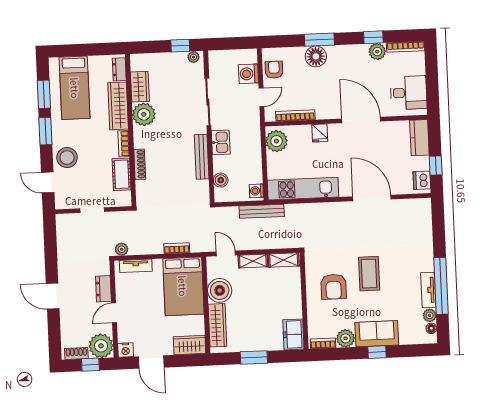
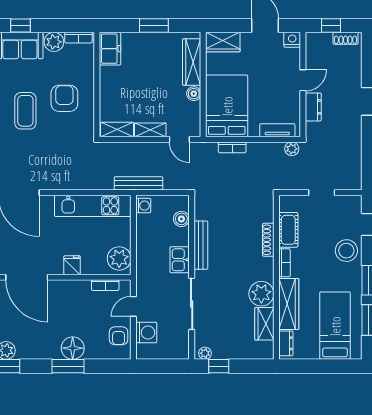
bookcase: (295, 116) -> (105, 285), width x0.64
boiler: (220, 290) -> (194, 94), width x0.54, depth x0.54
plant: (101, 346) -> (319, 45), removed

